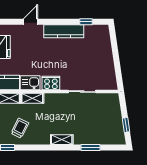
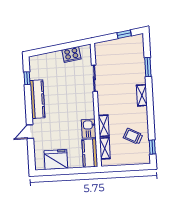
door: (30, 22) -> (30, 132), hinge flipped
cooker: (51, 83) -> (71, 54), moved, turned -98

